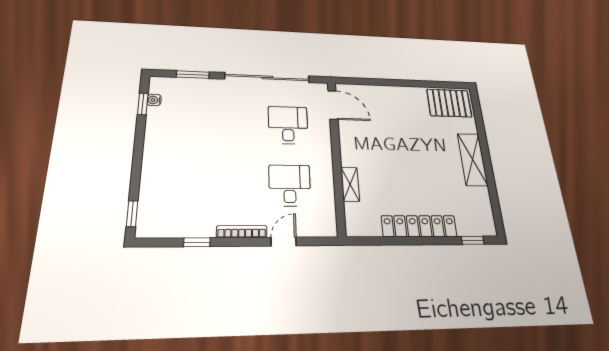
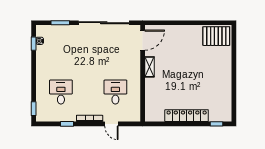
door: (333, 105) -> (143, 40), hinge flipped
desk: (288, 125) -> (61, 92), moved
shelving: (472, 159) -> (225, 74), removed
shelving: (350, 184) -> (149, 67), moved
door: (284, 242) -> (111, 124), swing flipped

